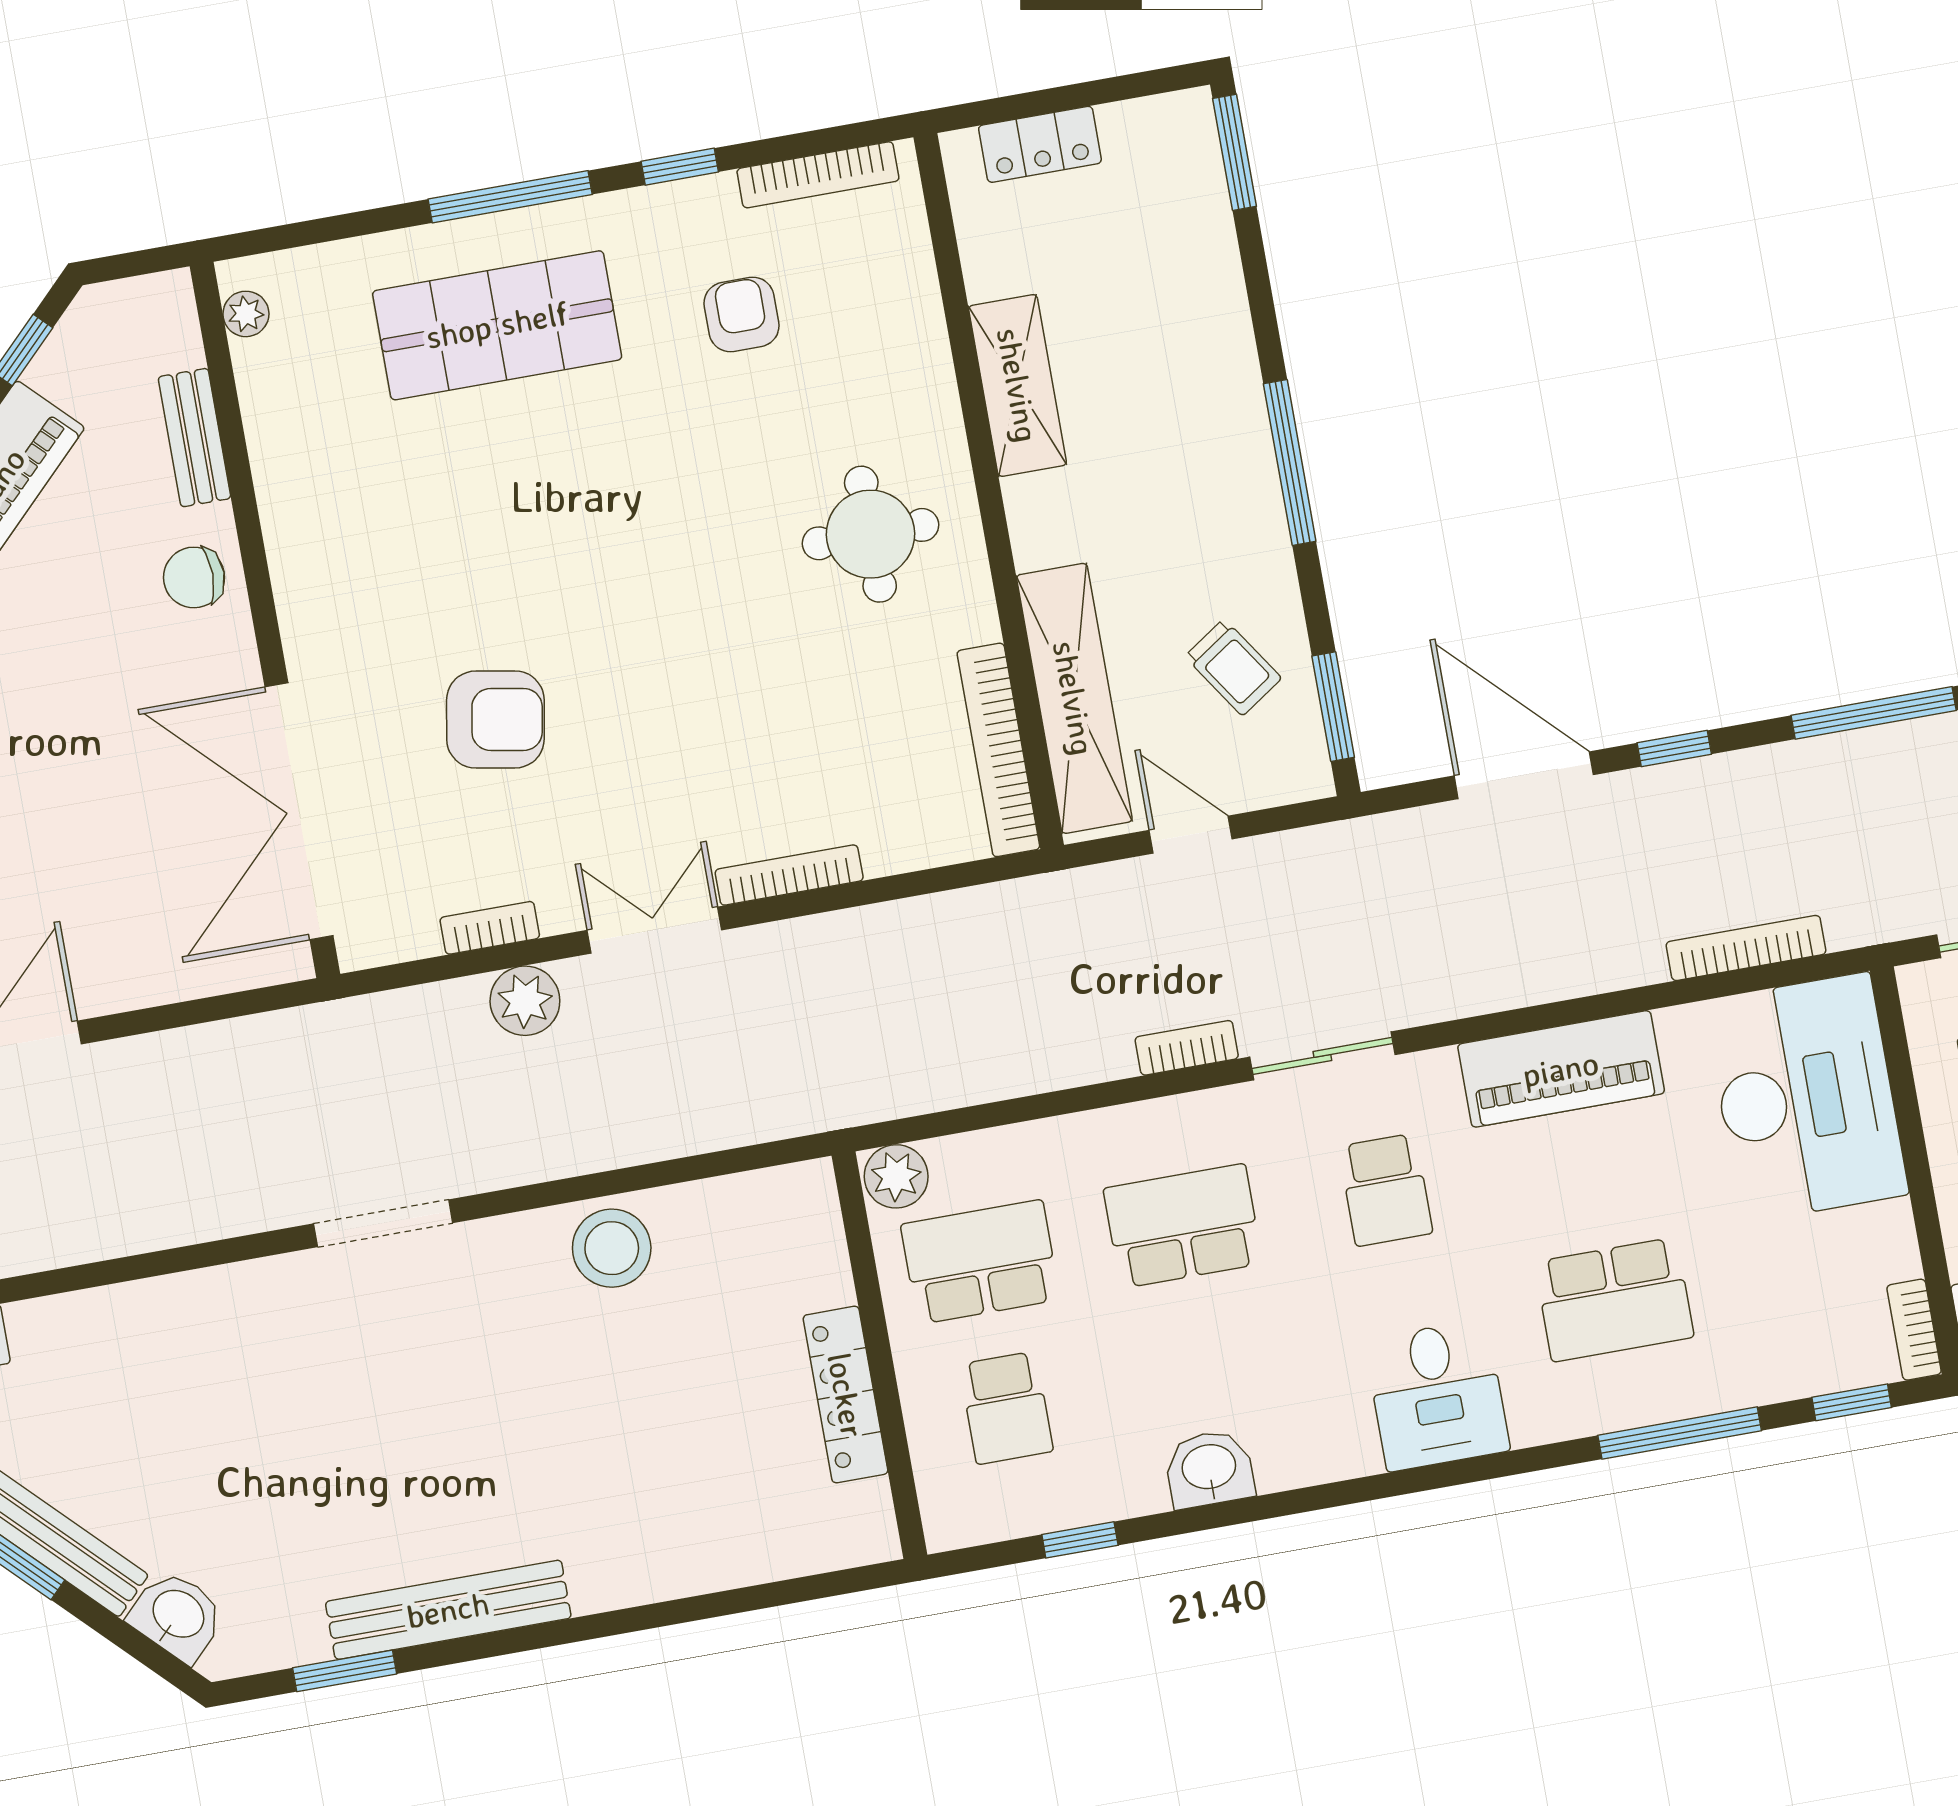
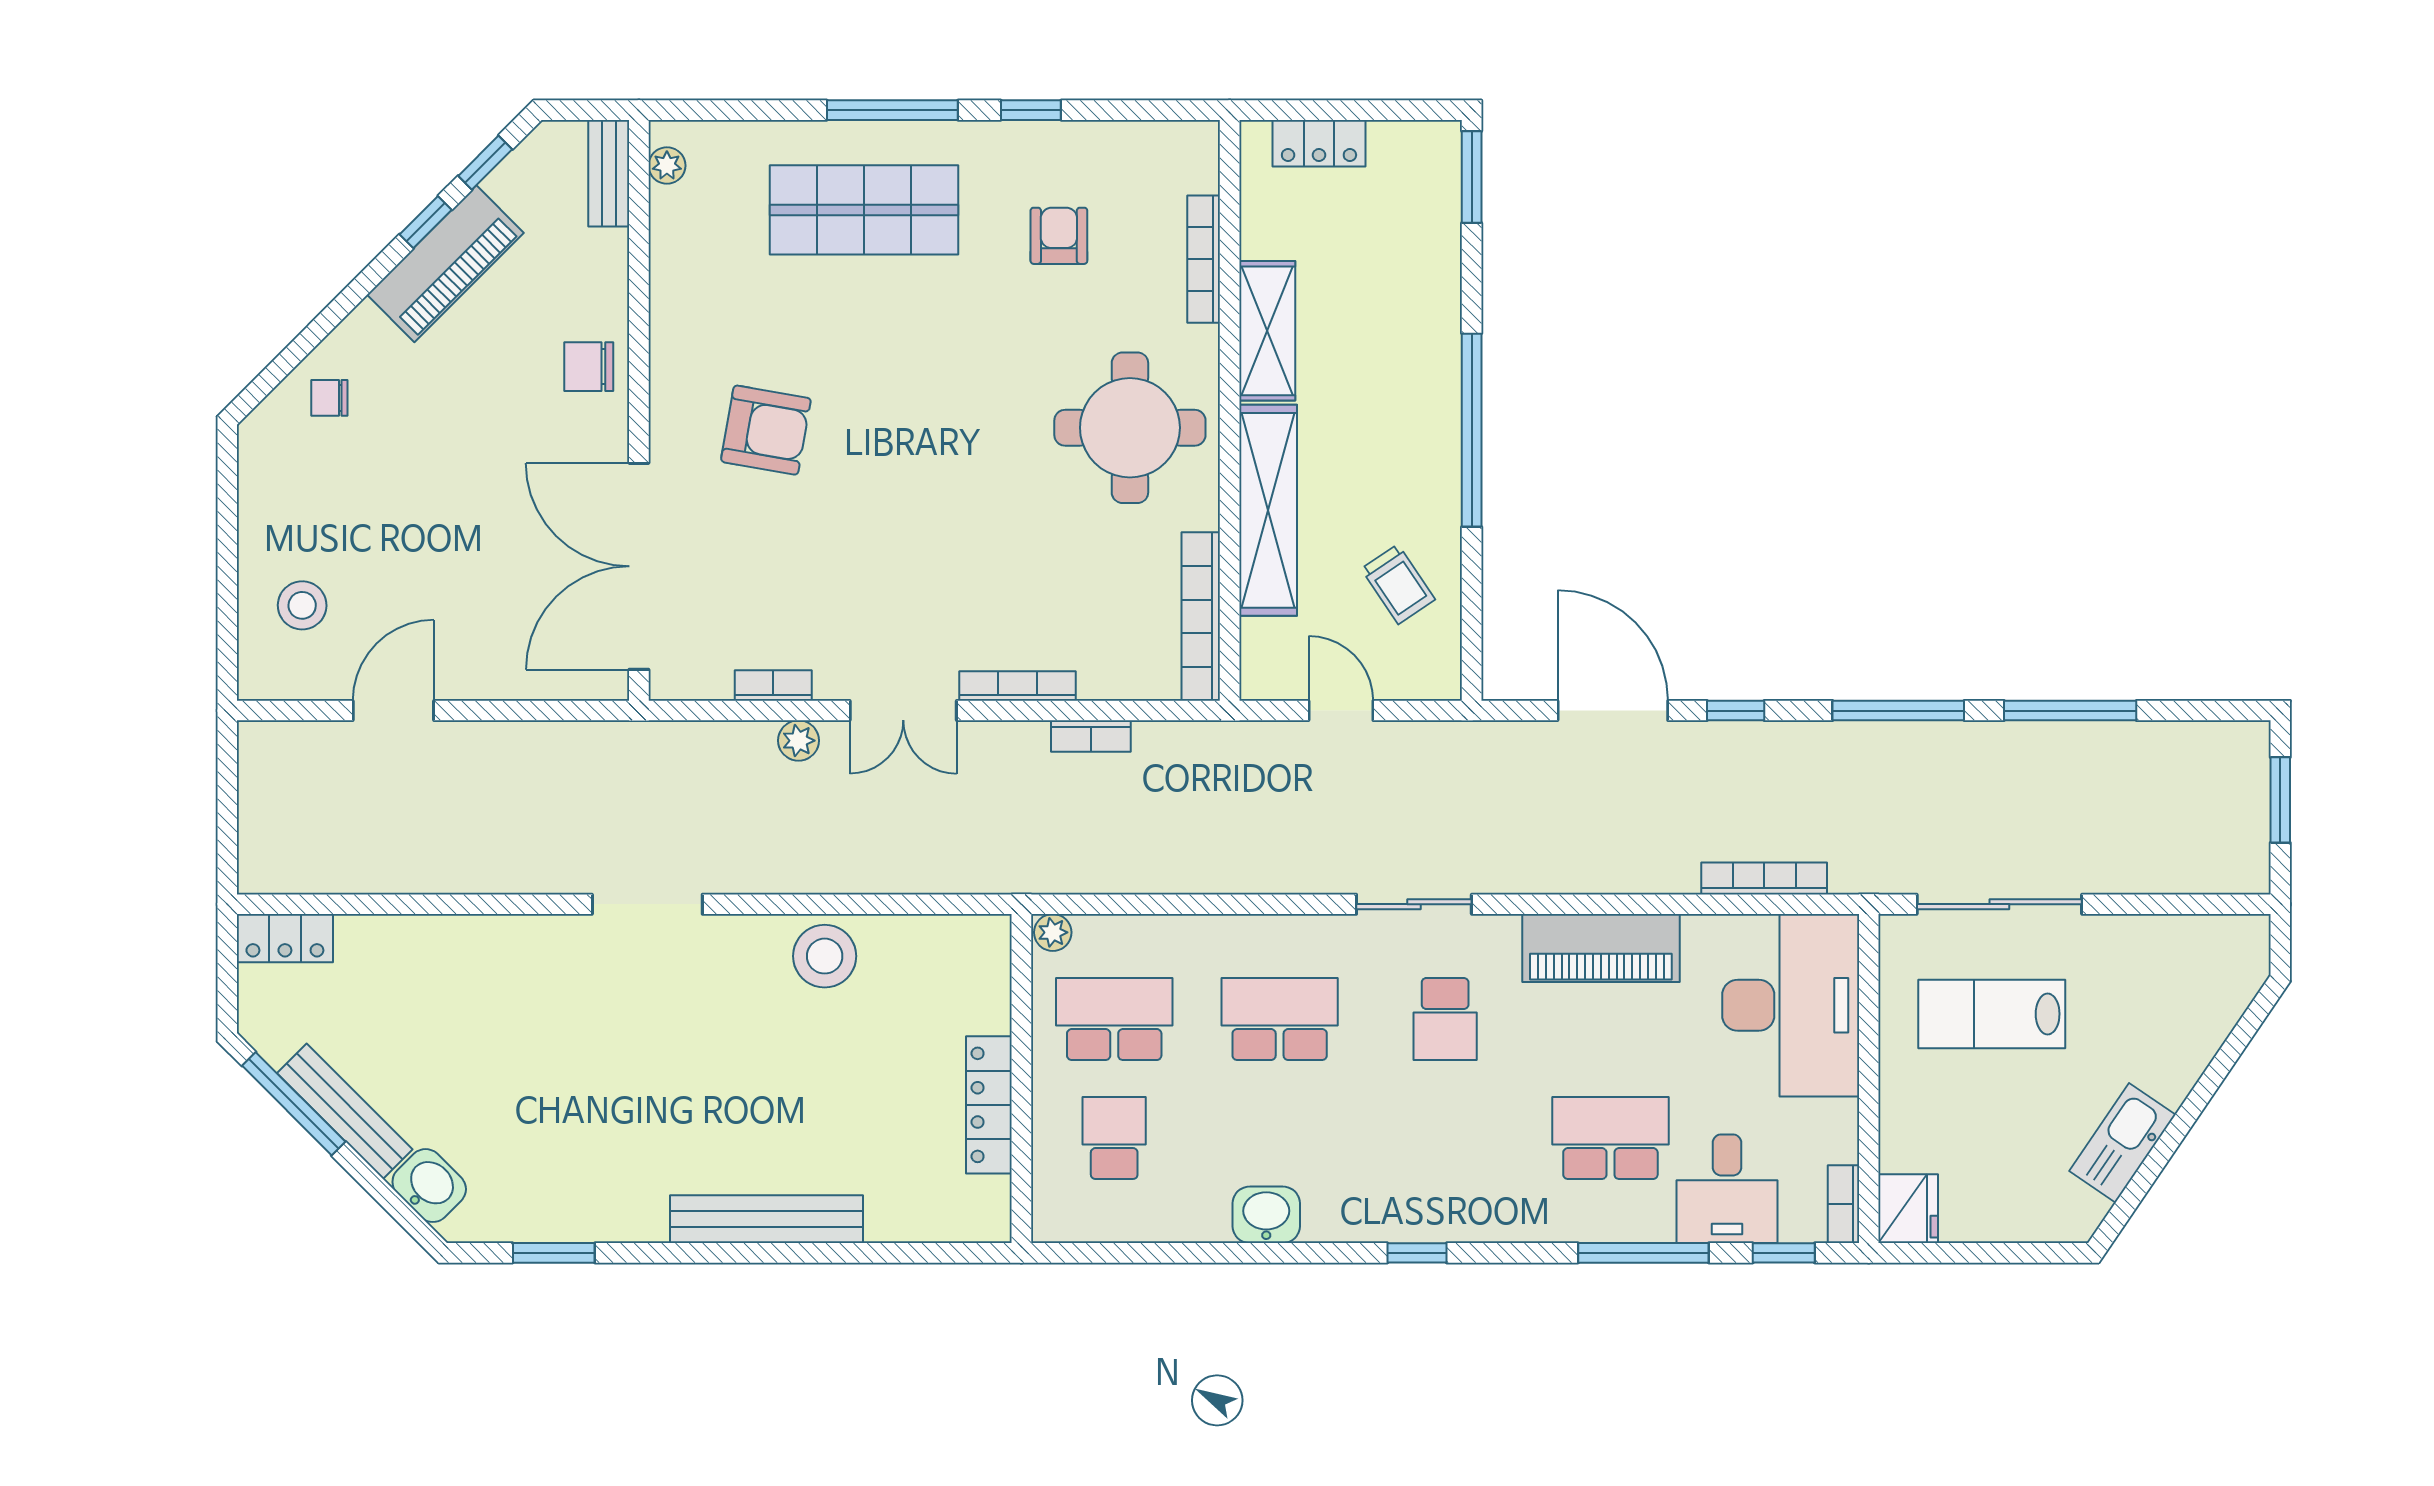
bookcase: (818, 175) -> (1204, 259), moved, turned 90
bench: (194, 438) -> (609, 173), moved
window: (1290, 462) -> (1472, 430), width x1.46
round table: (870, 534) -> (1130, 428), width x1.36, depth x1.36
shelving: (1074, 698) -> (1268, 510), moved
window: (1333, 707) -> (1472, 629), removed
armchair: (495, 719) -> (766, 430), moved
double door: (654, 930) -> (903, 711), swing flipped
plant: (525, 1001) -> (799, 741), width x0.73, depth x0.73
bookcase: (1187, 1048) -> (1091, 736), moved, turned 180
plant: (896, 1176) -> (1053, 932), width x0.73, depth x0.73
school desk: (1614, 1300) -> (1610, 1138), turned 180
desk: (1437, 1395) -> (1727, 1189), moved
school desk: (1006, 1408) -> (1114, 1138), turned 180
window: (1080, 1540) -> (1417, 1253), moved
bench: (448, 1610) -> (766, 1219), moved

